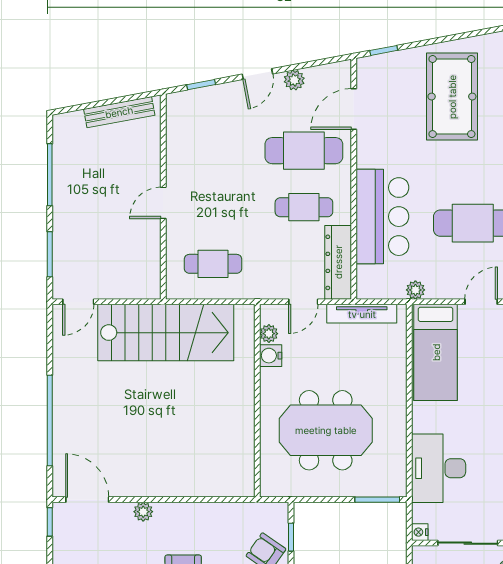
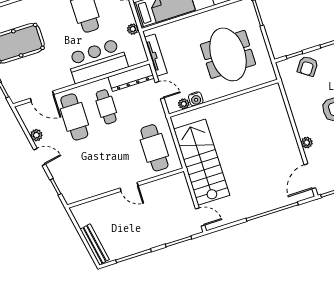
bench: (119, 112) -> (95, 244), moved
cafe table: (213, 264) -> (154, 148), width x1.37, depth x1.35

